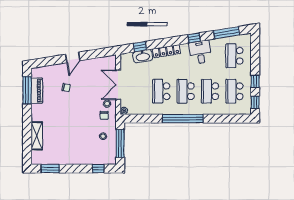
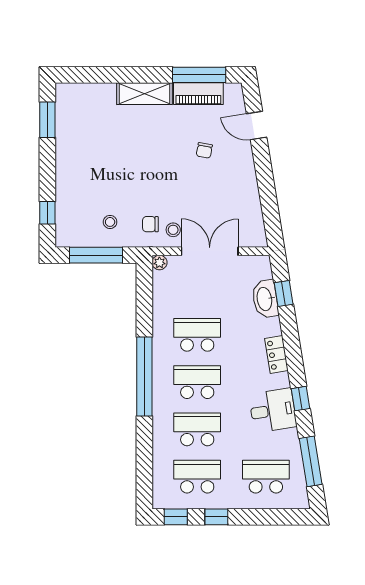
locker: (167, 51) -> (276, 354), width x0.66
door: (73, 57) -> (257, 125), moved
shelving: (37, 136) -> (145, 94), moved

